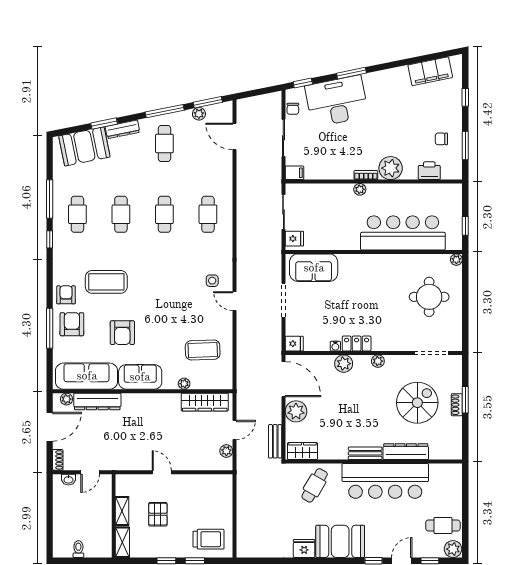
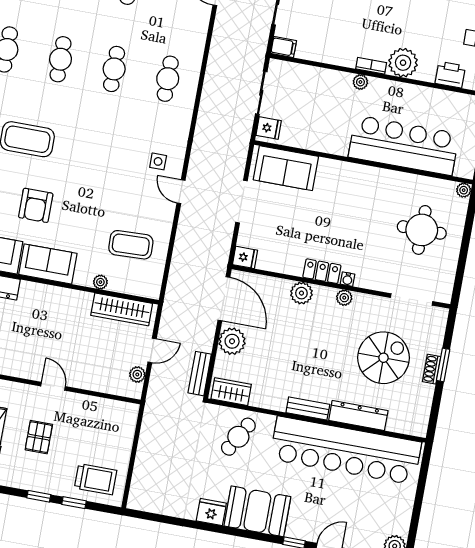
water cooler: (335, 346) -> (348, 279), moved
bar counter: (385, 481) -> (346, 450), width x1.36
cafe table: (443, 525) -> (388, 515), removed

